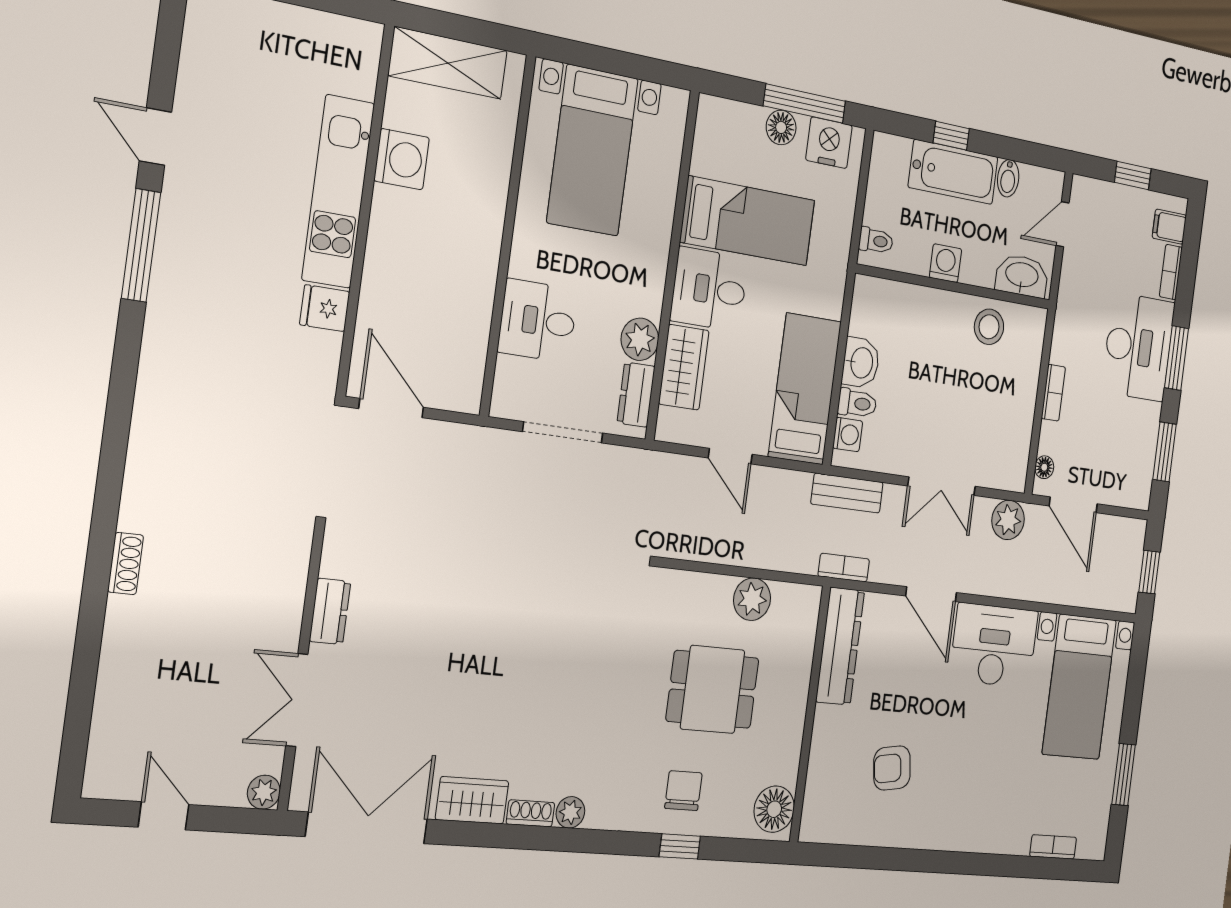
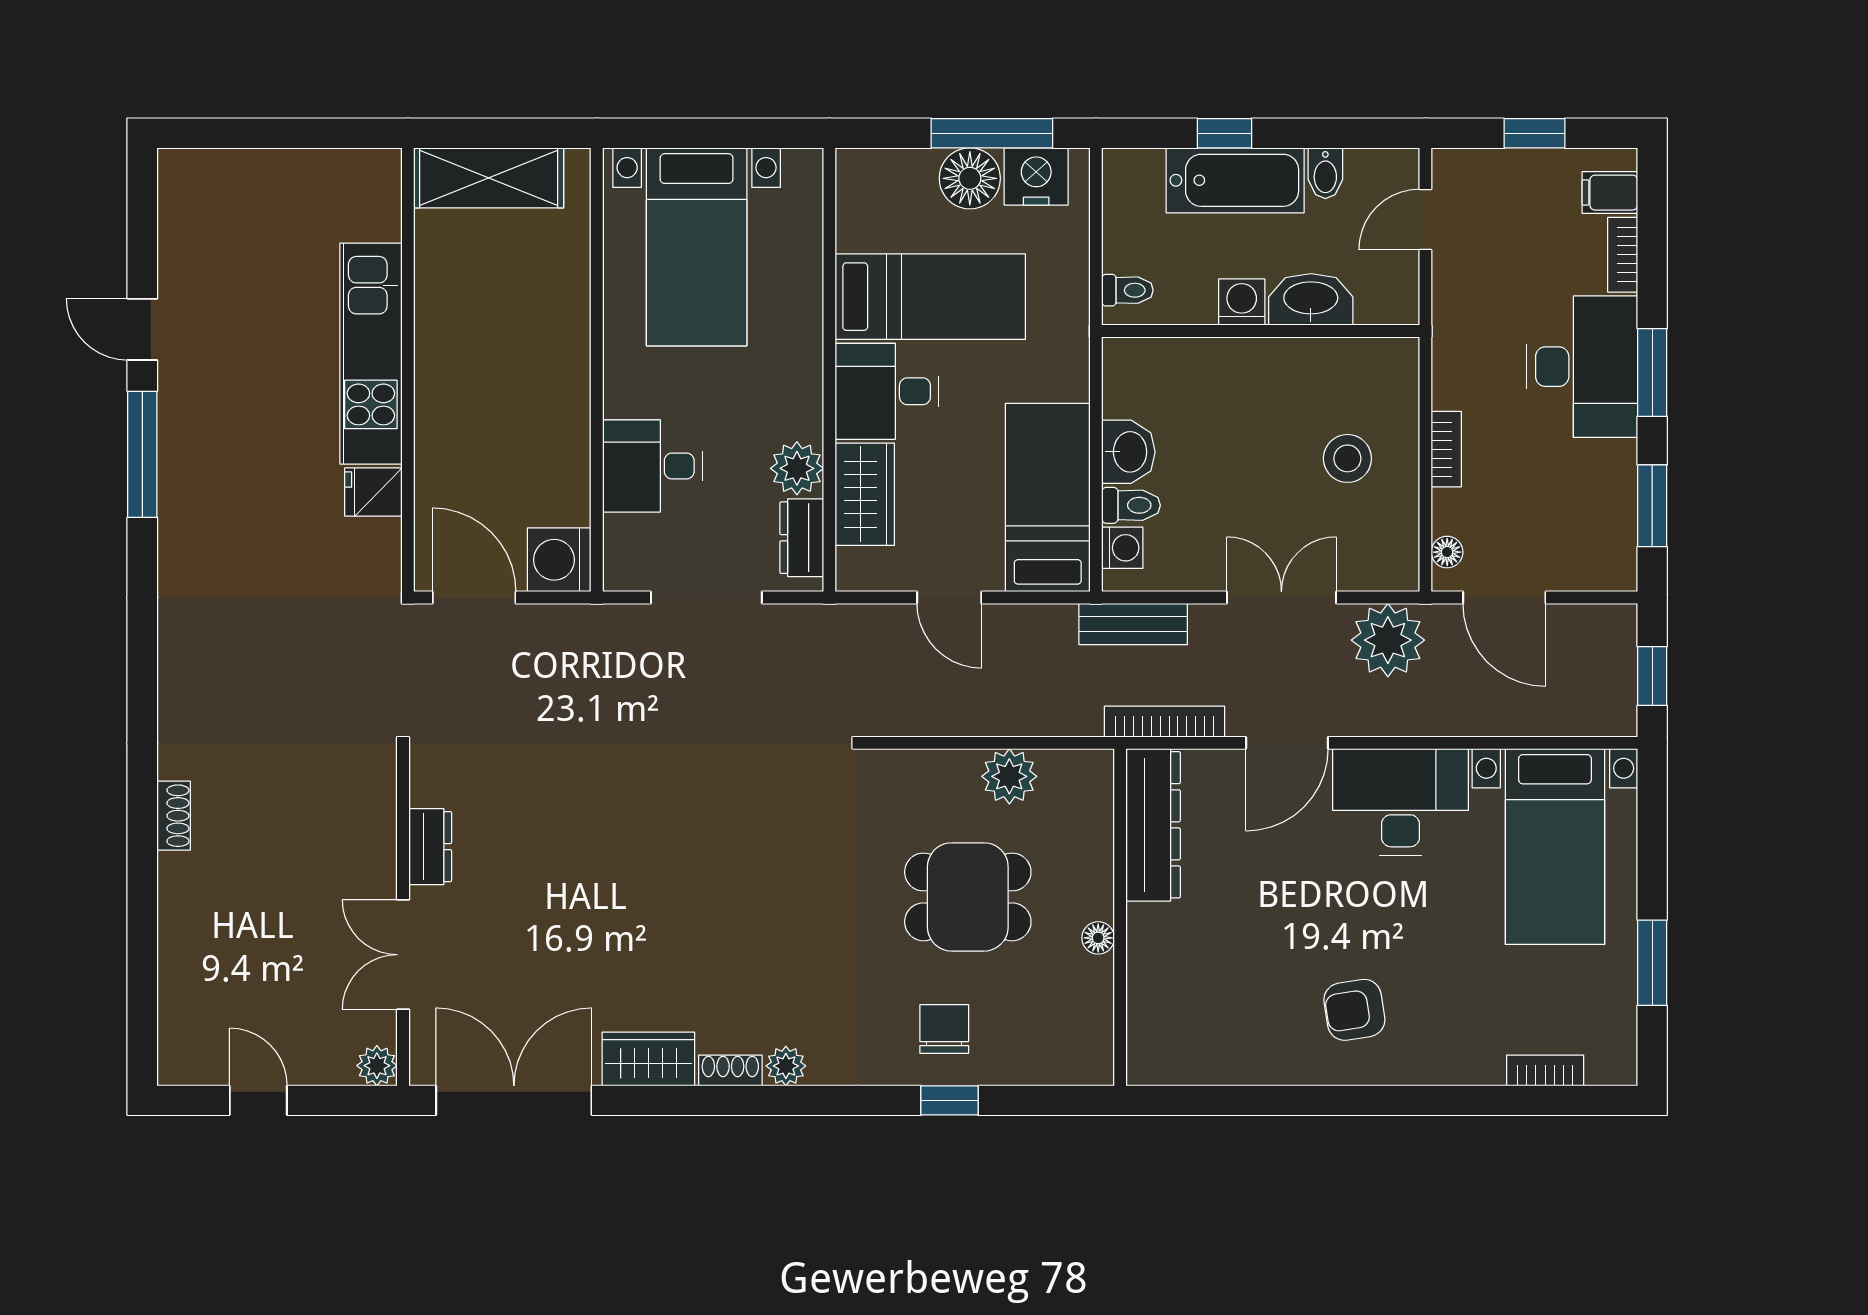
floor lamp: (781, 127) -> (970, 178), width x1.38, depth x1.38
washing machine: (402, 159) -> (559, 560), moved, turned 180
washbasin: (1022, 276) -> (1311, 299), moved
stool: (989, 327) -> (1347, 458), moved
double door: (942, 486) -> (1281, 597), swing flipped
plant: (1008, 520) -> (1388, 640), width x1.36, depth x1.36
bookcase: (844, 568) -> (1165, 722), width x1.56
door: (931, 594) -> (1287, 743), hinge flipped
armchair: (892, 768) -> (1354, 1010), moved
floor lamp: (774, 809) -> (1098, 938), moved, width x0.53, depth x0.53

